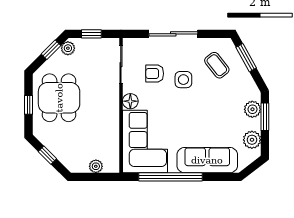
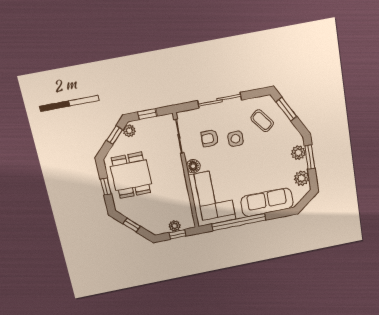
window: (97, 177) -> (177, 234), added

